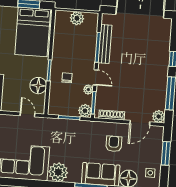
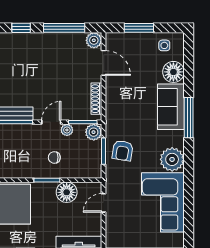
armchair: (114, 144) -> (123, 151), moved, turned -81

